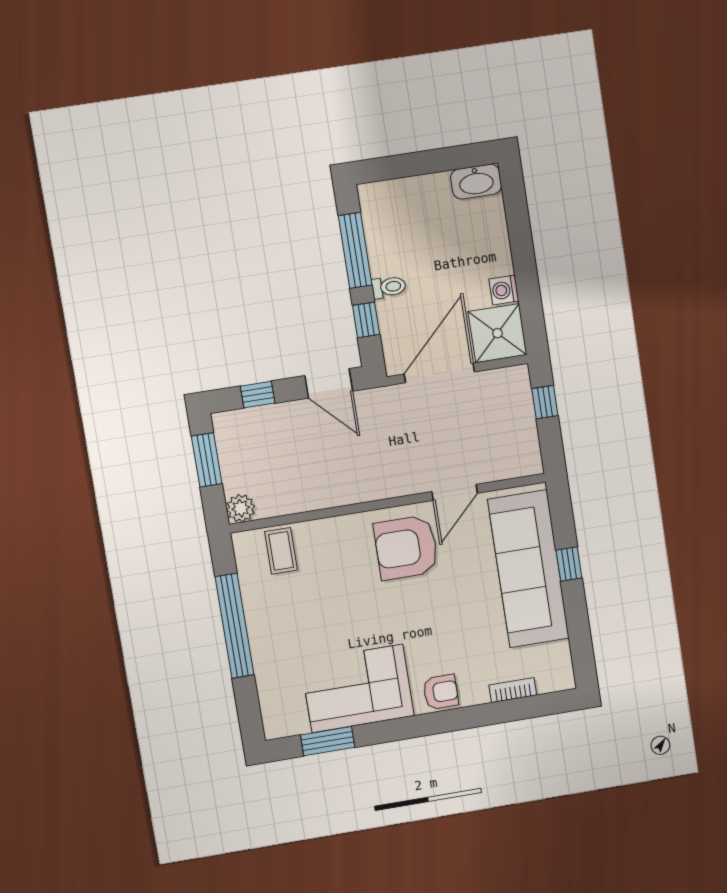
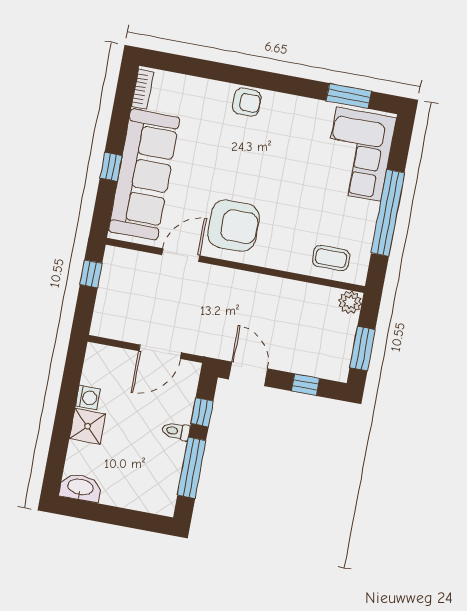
shower: (497, 333) -> (87, 426), moved, width x0.73, depth x0.73
door: (439, 373) -> (160, 352), width x0.73
window: (545, 402) -> (91, 274), moved
coffee table: (281, 551) -> (331, 258), turned 90
corner sofa: (357, 688) -> (359, 154), moved, turned 90
bookcase: (513, 690) -> (142, 89), moved, turned -90
armchair: (441, 692) -> (247, 102), turned 180

